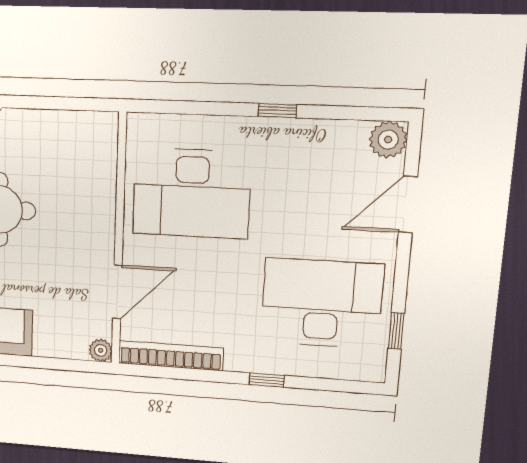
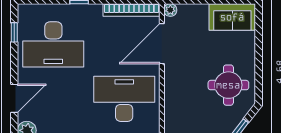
door: (117, 292) -> (162, 44), width x1.36

